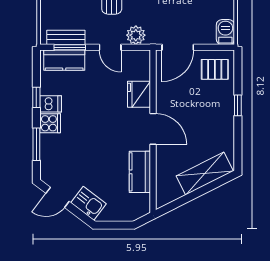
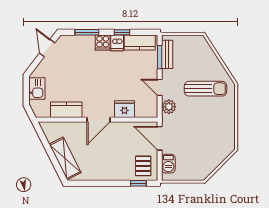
barbecue: (225, 32) -> (168, 164), moved, turned 90
door: (110, 47) -> (160, 87), hinge flipped
kitchen counter: (64, 60) -> (140, 42), moved, turned -90
window: (238, 105) -> (138, 183), moved
kitchen sink: (89, 203) -> (37, 88), moved, turned -37

